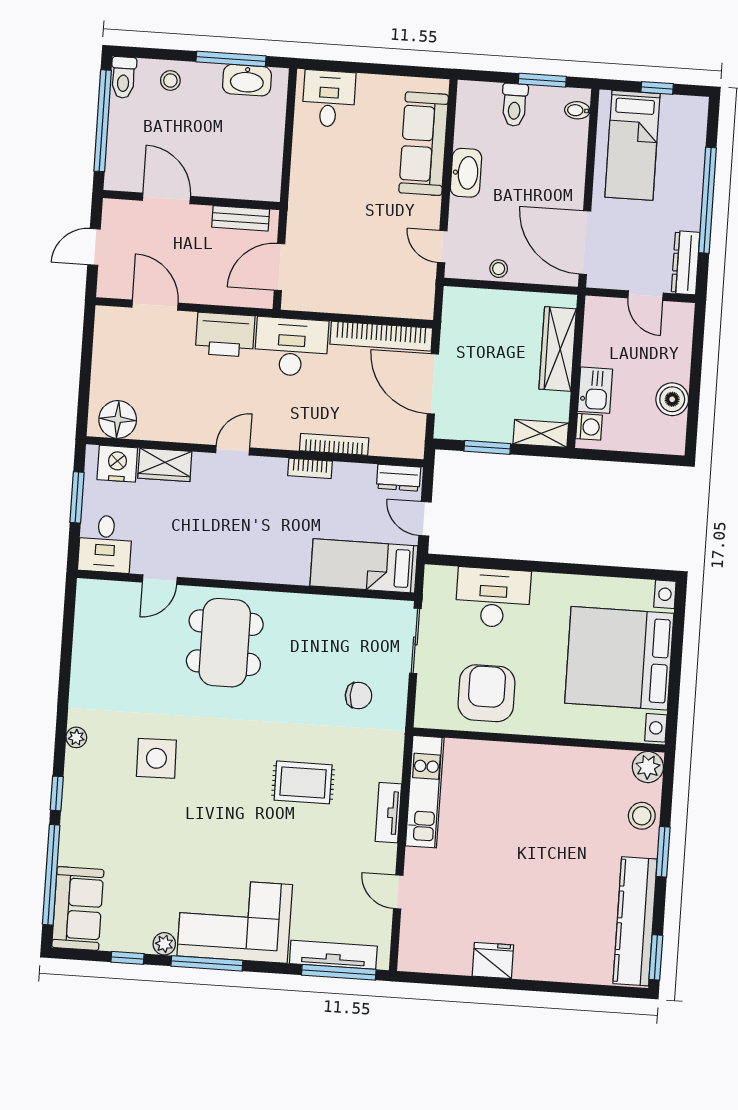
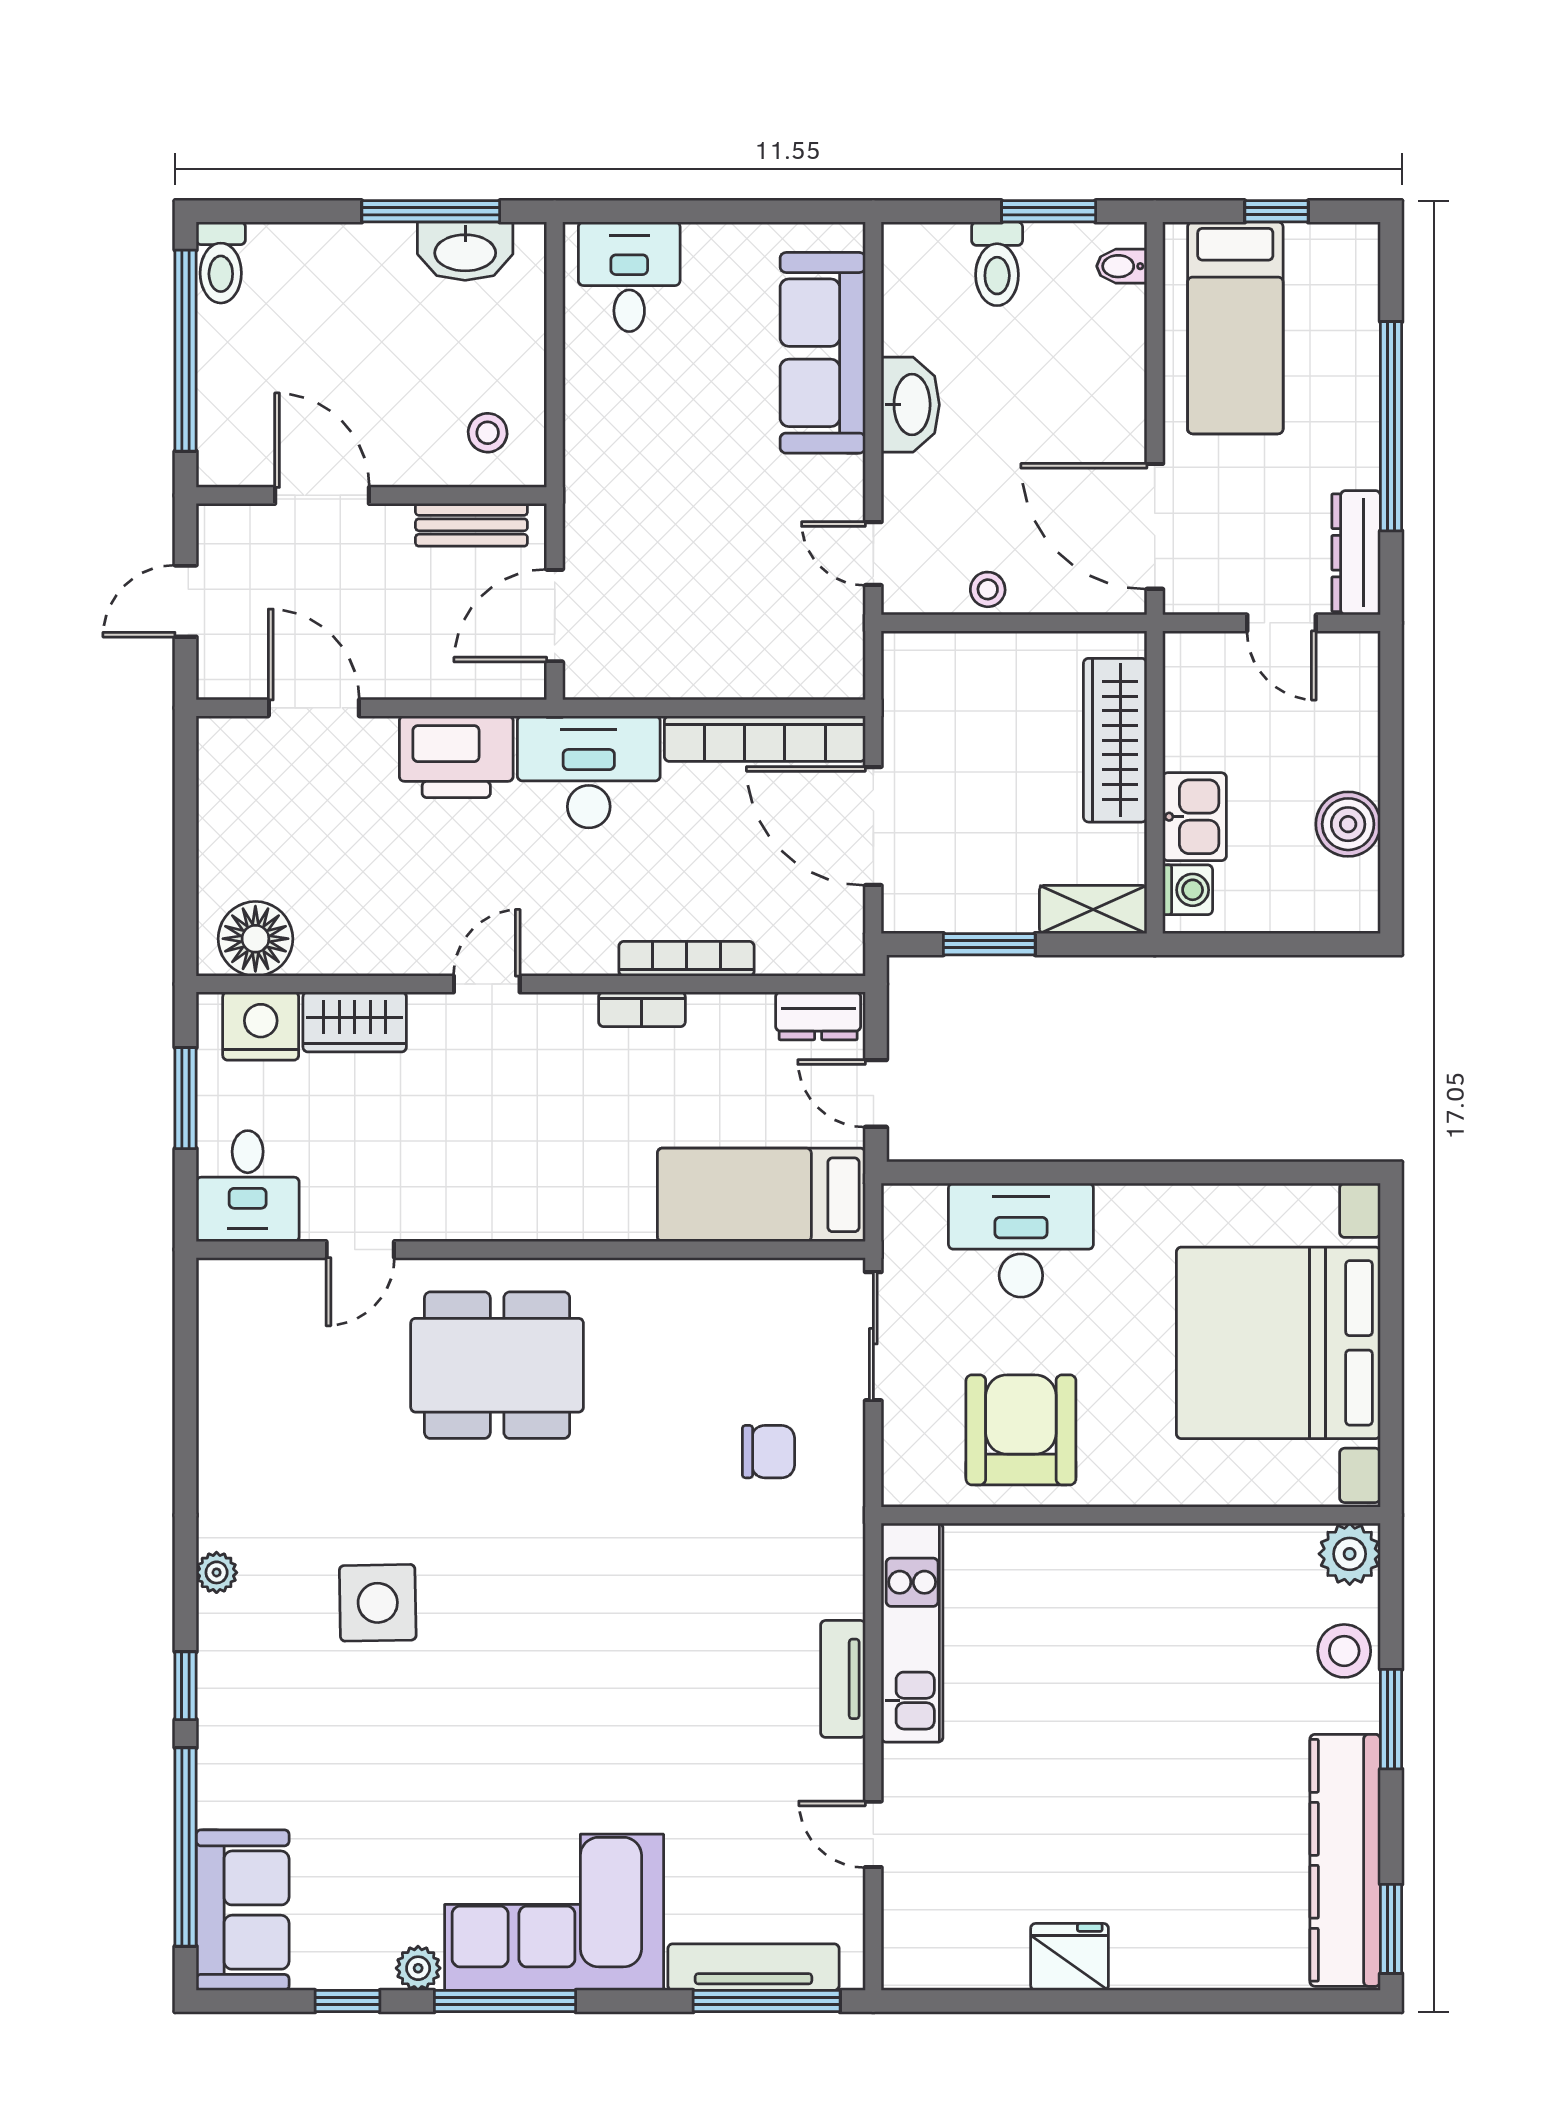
stool: (170, 80) -> (488, 433), moved
dining table: (225, 643) -> (497, 1365), turned 90
rug: (303, 782) -> (671, 1631), removed

